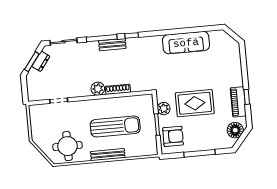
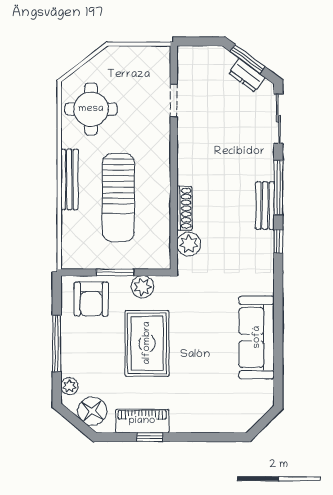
plant: (98, 89) -> (189, 244), moved
plant: (223, 144) -> (69, 386), added

